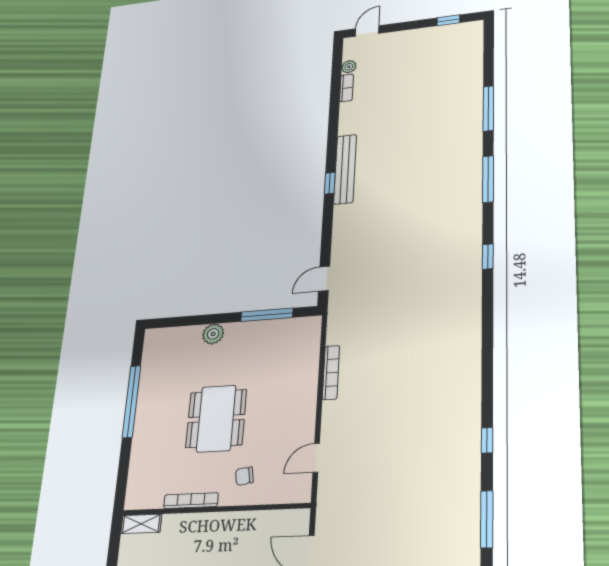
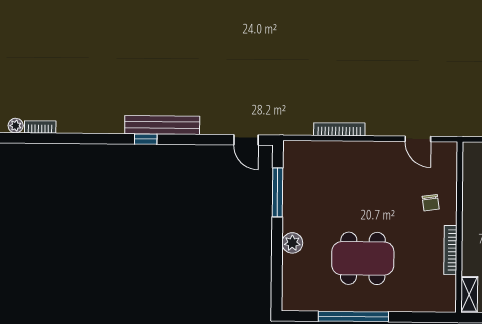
bench: (345, 169) -> (162, 125), moved
dining table: (216, 419) -> (363, 258), moved

